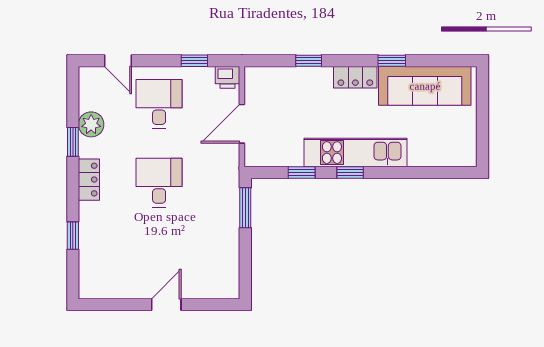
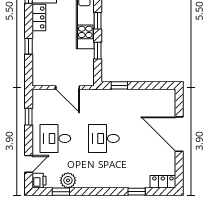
printer: (227, 77) -> (39, 181), moved
window: (73, 142) -> (61, 192), moved
locker: (89, 180) -> (163, 182), moved
window: (245, 208) -> (119, 85), width x0.67
door: (166, 305) -> (179, 134), width x1.88

